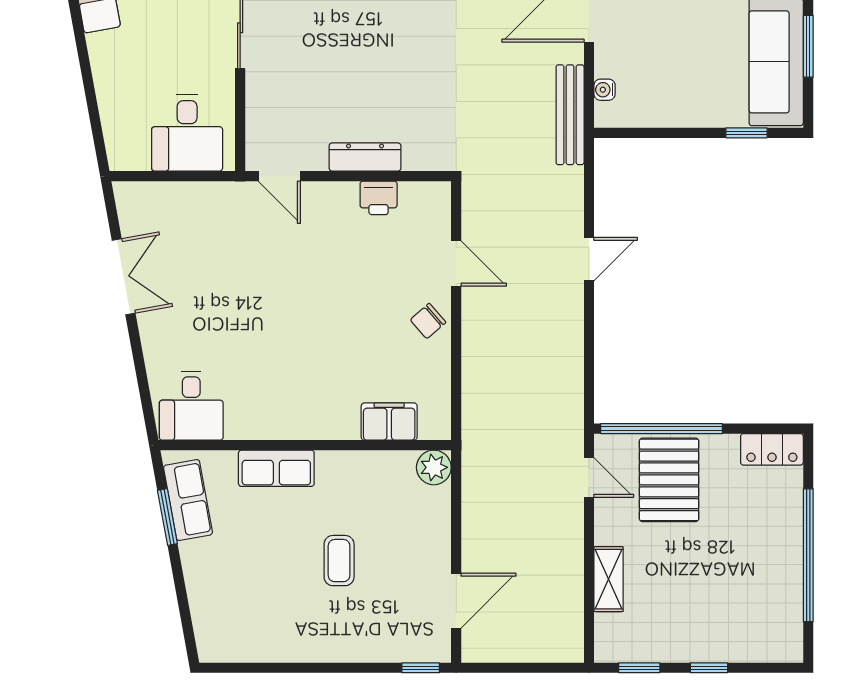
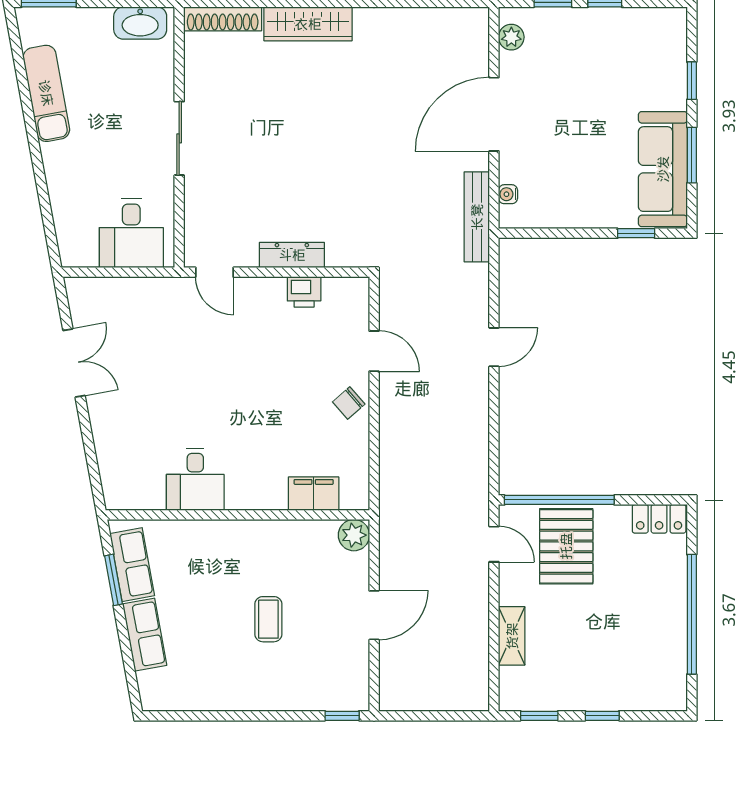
desk: (191, 406) -> (195, 479), moved
row of seats: (276, 468) -> (145, 635), moved, turned -100
door: (456, 601) -> (374, 615), moved

